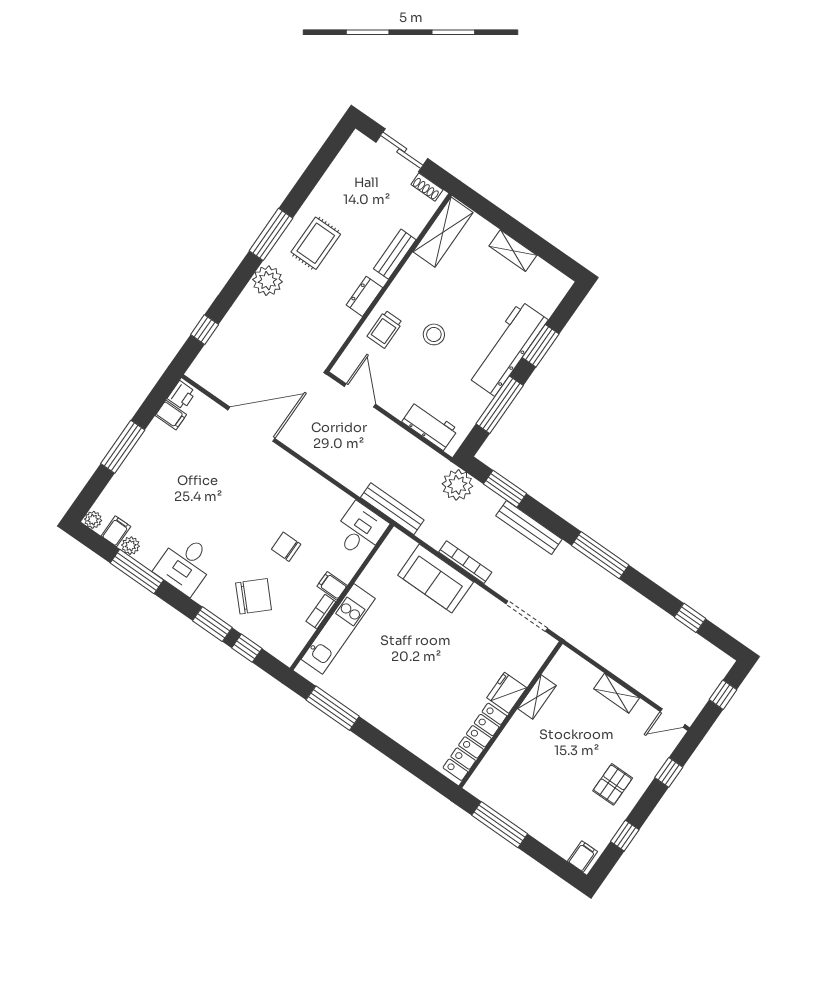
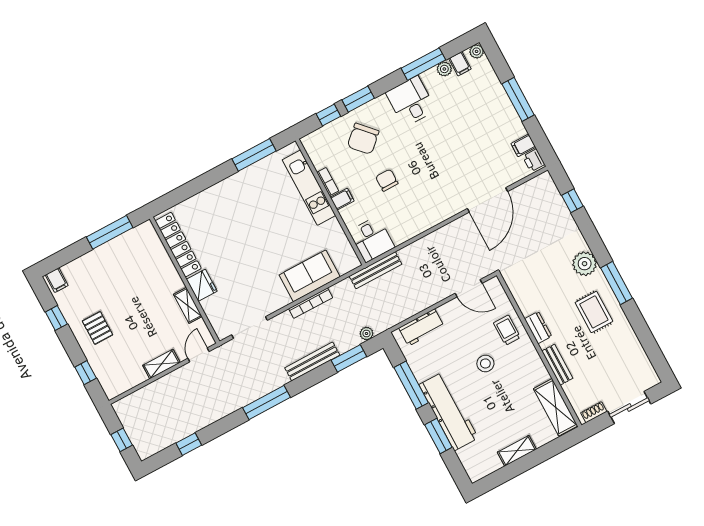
plant: (457, 485) -> (366, 333), width x0.53, depth x0.53
chair: (286, 547) -> (387, 180), turned -90
door: (673, 718) -> (198, 355), moved

